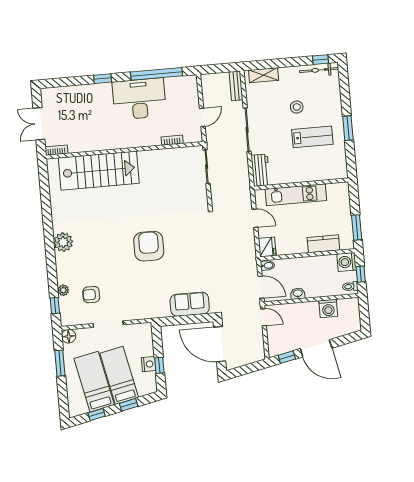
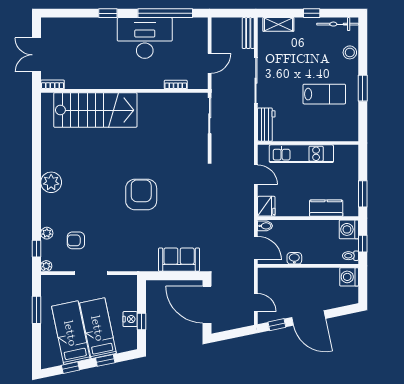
window: (320, 60) -> (312, 13), moved
stool: (297, 107) -> (350, 52), moved
washing machine: (328, 308) -> (349, 277), moved, turned 90
door: (264, 317) -> (256, 303), moved
plant: (65, 321) -> (46, 266), added
floor lamp: (69, 336) -> (48, 282), removed

